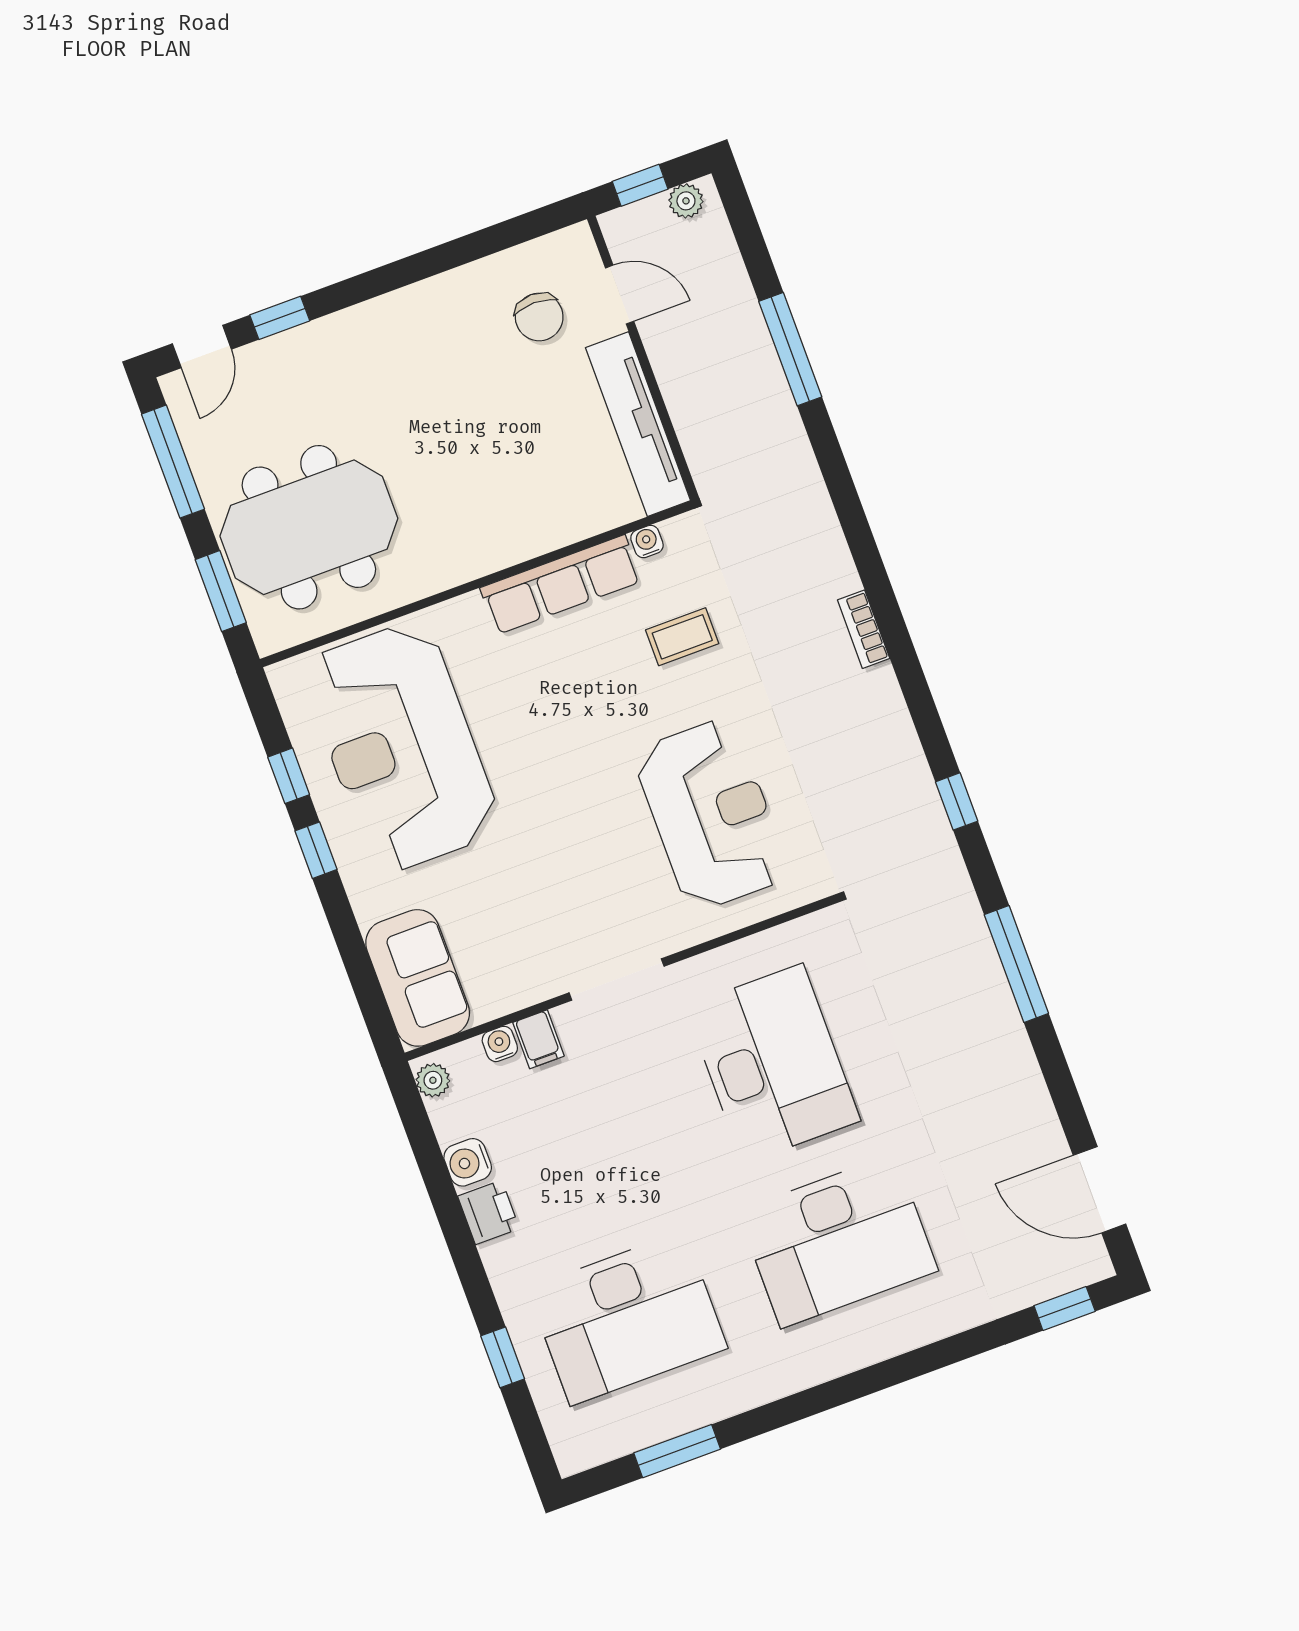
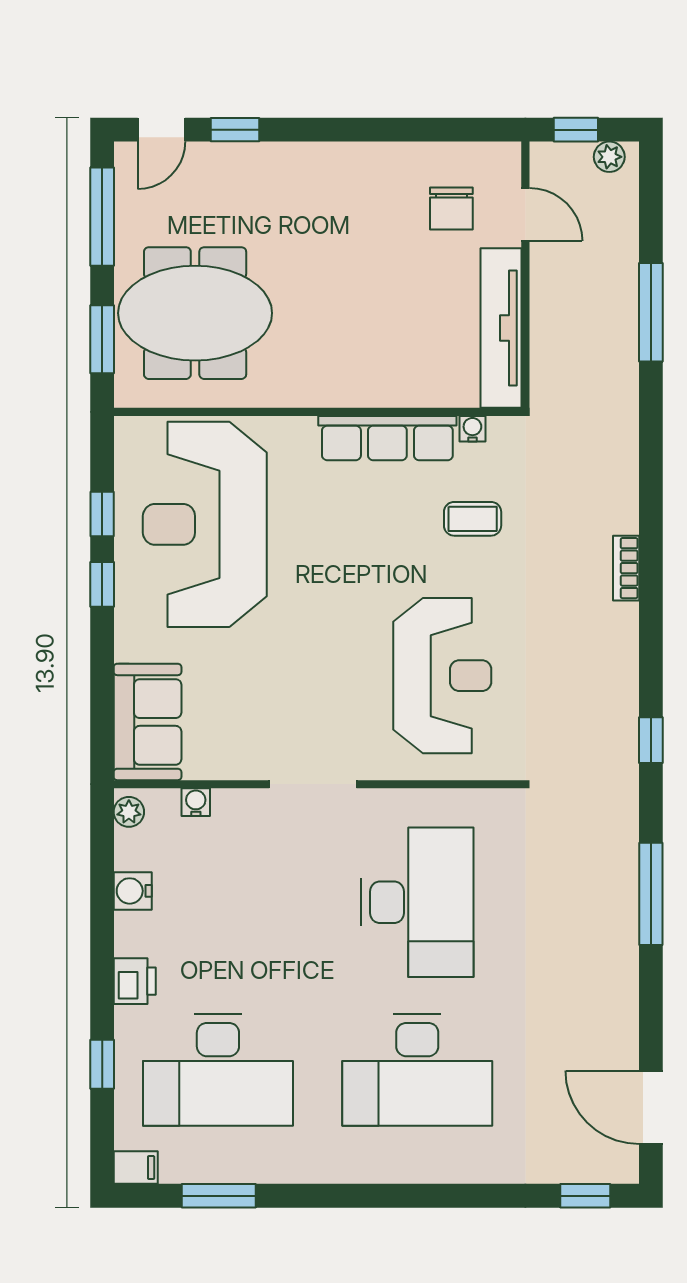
filing cabinet: (538, 1039) -> (136, 1168), moved, turned -90
printer: (489, 1212) -> (135, 981), moved

